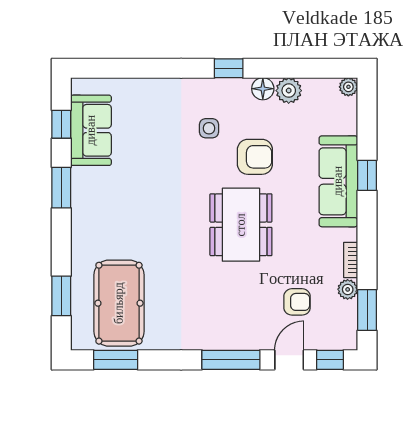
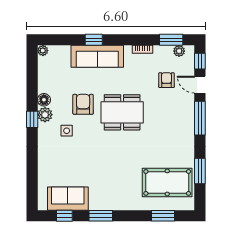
plant: (289, 91) -> (45, 115), moved
plant: (348, 289) -> (179, 51), moved
window: (116, 360) -> (200, 171), moved

